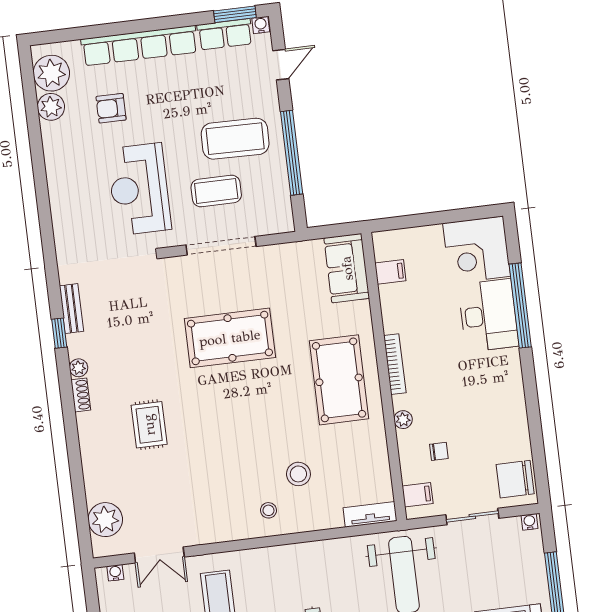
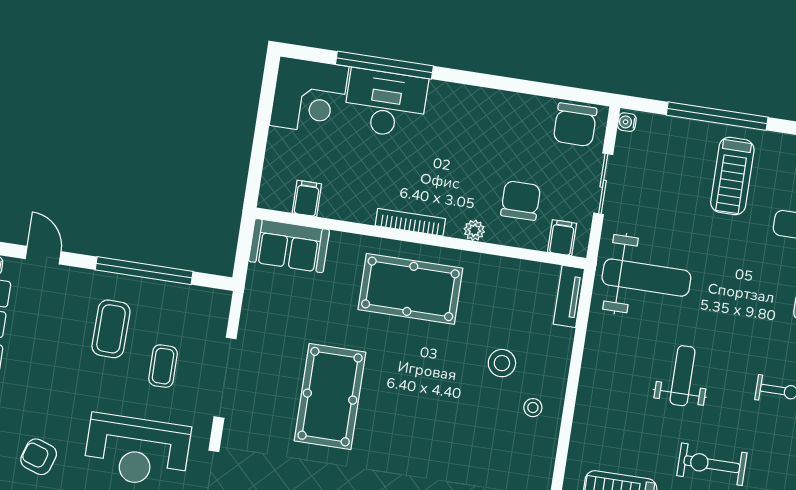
armchair: (111, 108) -> (39, 457), turned 108
coffee table: (235, 139) -> (111, 329), width x0.73, depth x0.76
coffee table: (216, 191) -> (163, 366), width x0.73, depth x0.77
chair: (439, 451) -> (521, 201), width x1.87, depth x1.87

